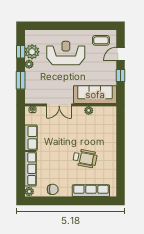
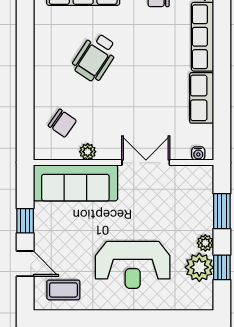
door: (120, 54) -> (25, 264), hinge flipped
chair: (102, 125) -> (62, 123), added
wheelchair: (85, 158) -> (95, 57), turned -68

